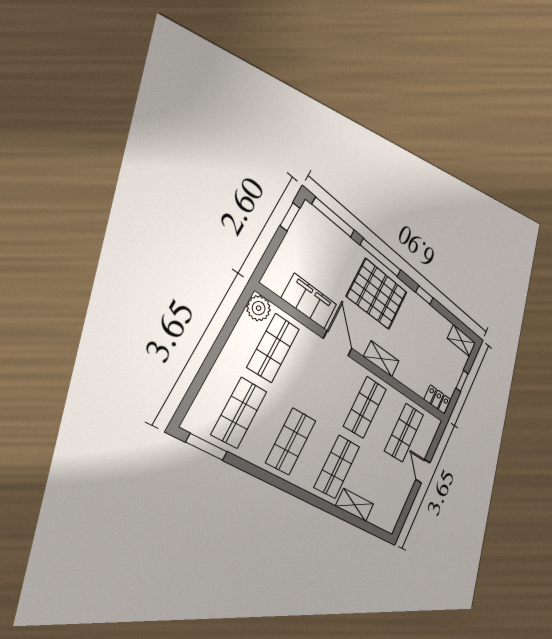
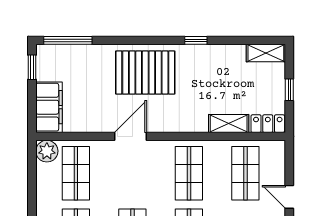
window: (381, 258) -> (131, 40), removed
filing cabinet: (309, 301) -> (49, 107), moved, turned 90
door: (338, 343) -> (130, 136), hinge flipped
shelving: (381, 359) -> (229, 124), moved

